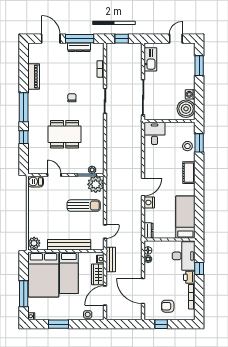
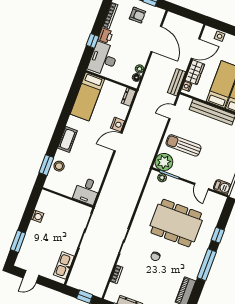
boiler: (186, 109) -> (47, 204), removed
dining table: (65, 134) -> (176, 223), width x1.36, depth x1.24

